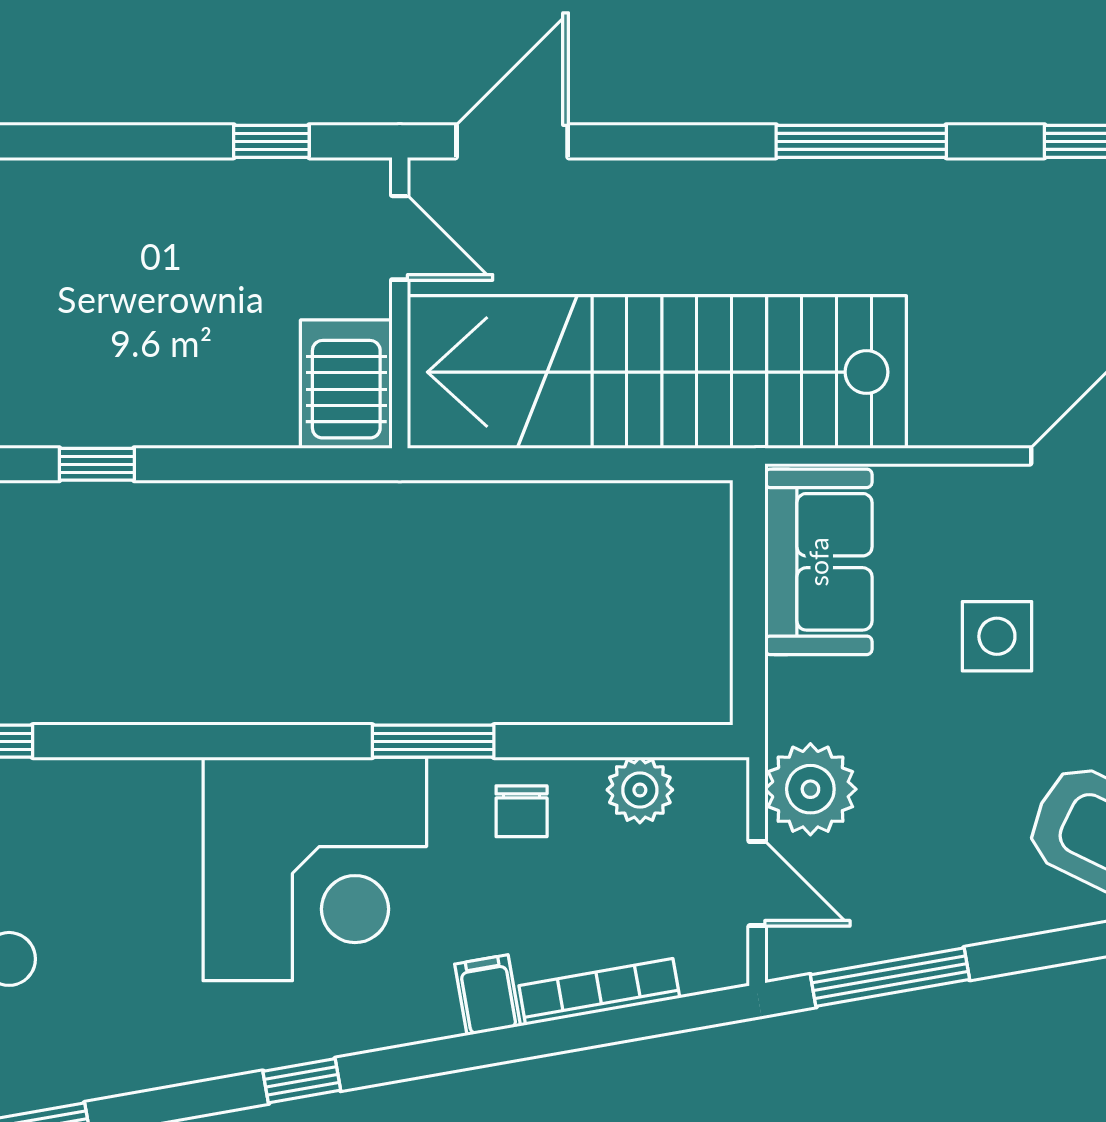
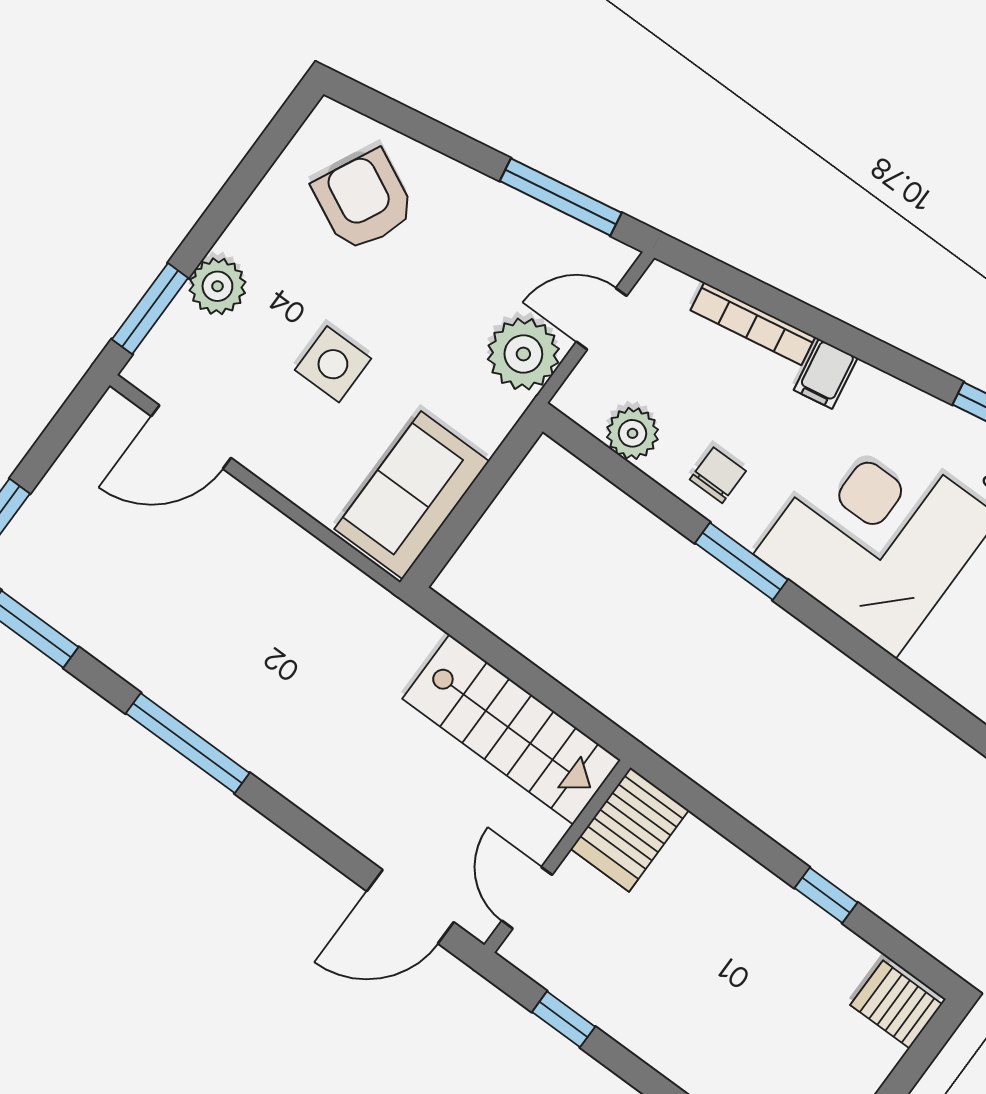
stairs: (657, 372) -> (511, 729), width x0.54, depth x0.66
door: (757, 884) -> (602, 319), hinge flipped

